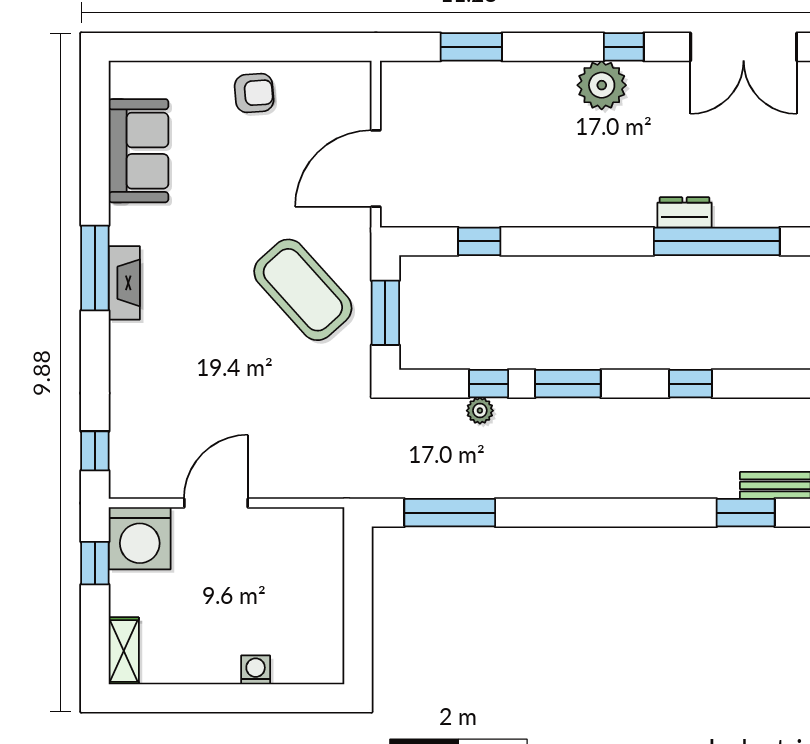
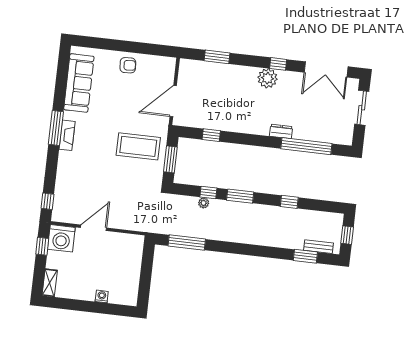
sofa: (138, 151) -> (79, 83), width x1.36
dresser: (684, 212) -> (281, 131), moved
coffee table: (303, 290) -> (138, 146), turned -48

